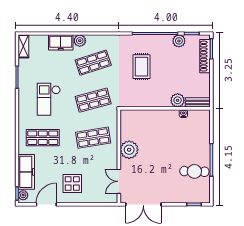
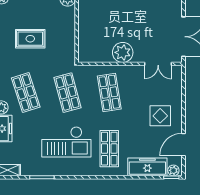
checkout: (49, 99) -> (66, 142), width x1.36, depth x1.21
door: (46, 204) -> (184, 145), hinge flipped

